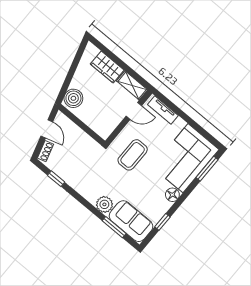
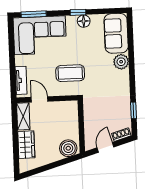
floor lamp: (172, 195) -> (84, 21), moved
window: (162, 222) -> (78, 12), moved
window: (114, 227) -> (131, 41), removed

